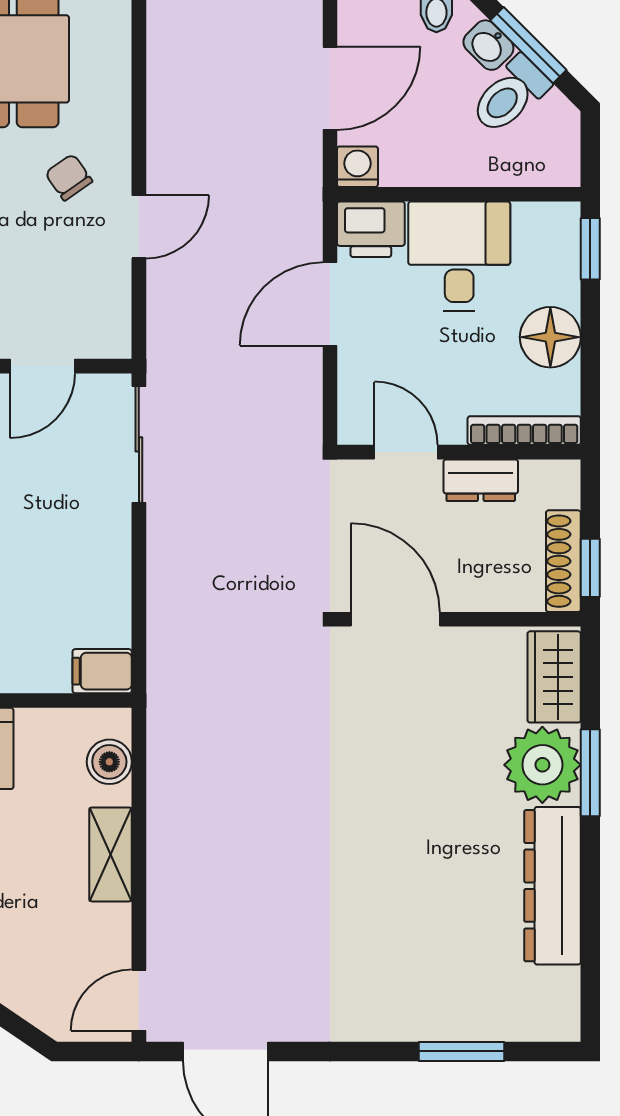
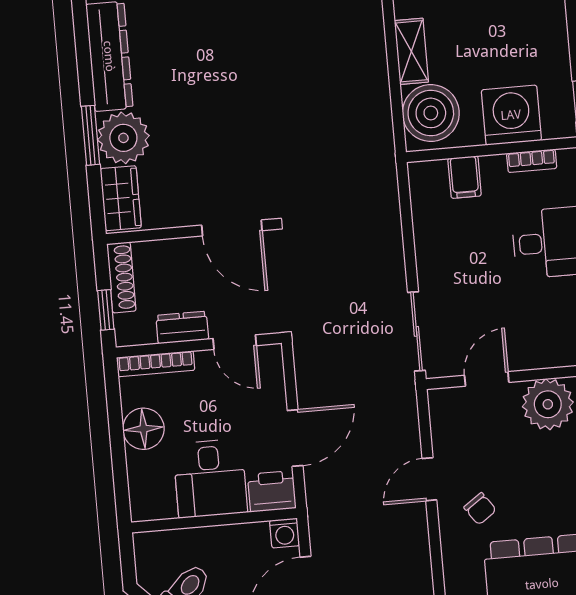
window: (590, 249) -> (122, 491), removed
window: (590, 568) -> (106, 310), moved
filing cabinet: (102, 671) -> (465, 177), moved, turned 90
boiler: (109, 762) -> (431, 113), width x1.86, depth x1.86

